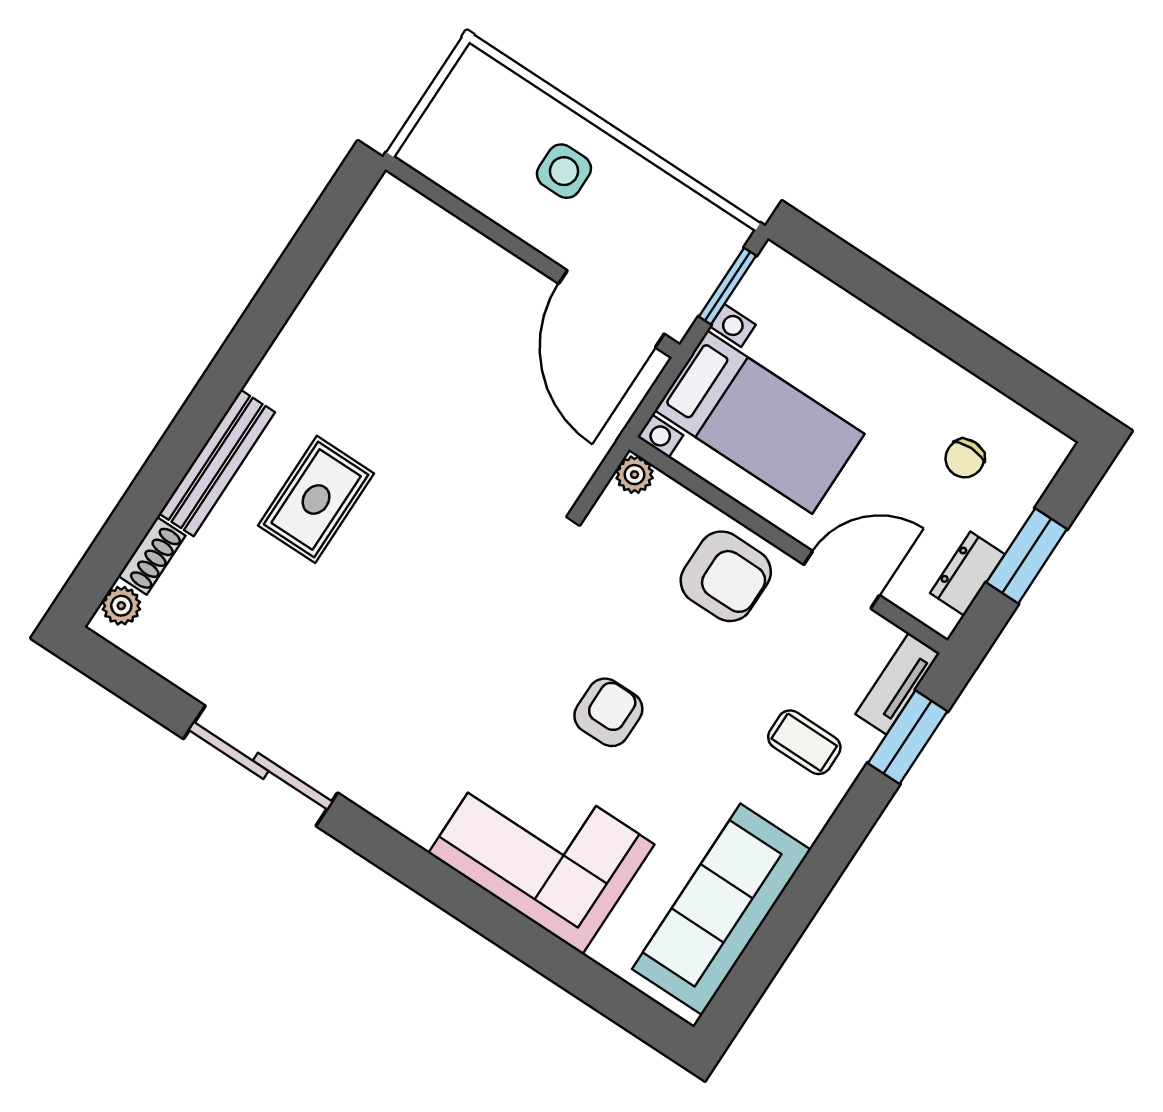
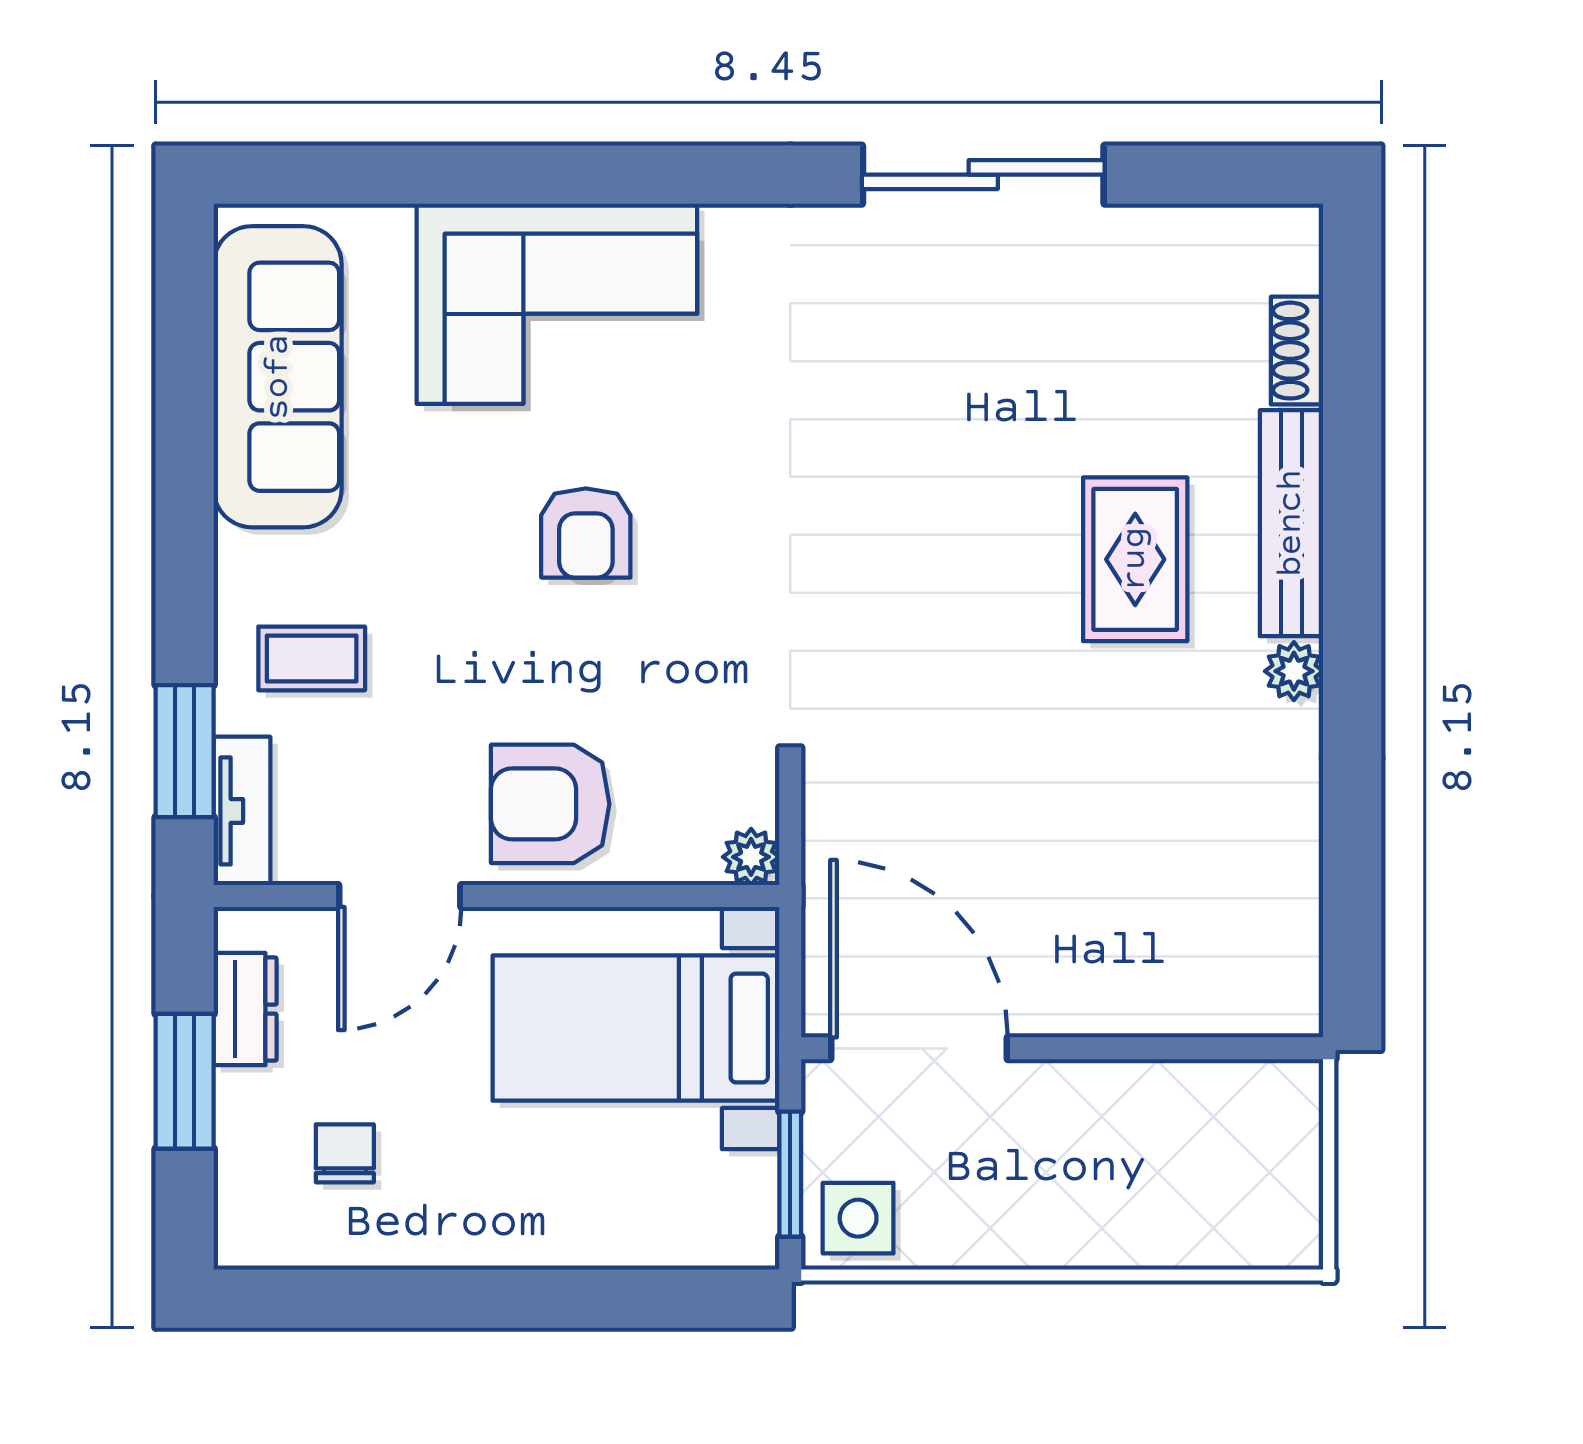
side table: (564, 171) -> (858, 1218), moved
plant: (121, 606) -> (1294, 671), moved

